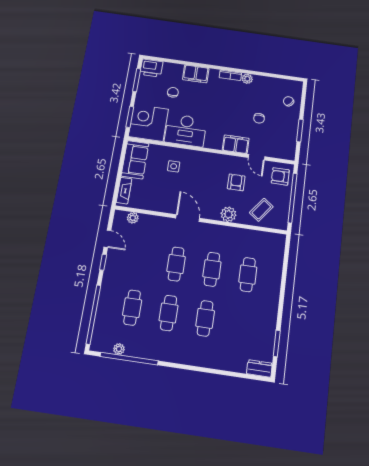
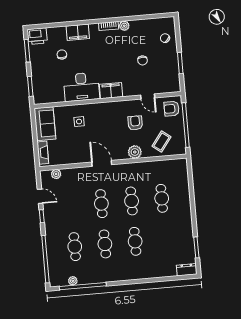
corner desk: (148, 123) -> (48, 88), removed
filing cabinet: (236, 144) -> (111, 91), moved

